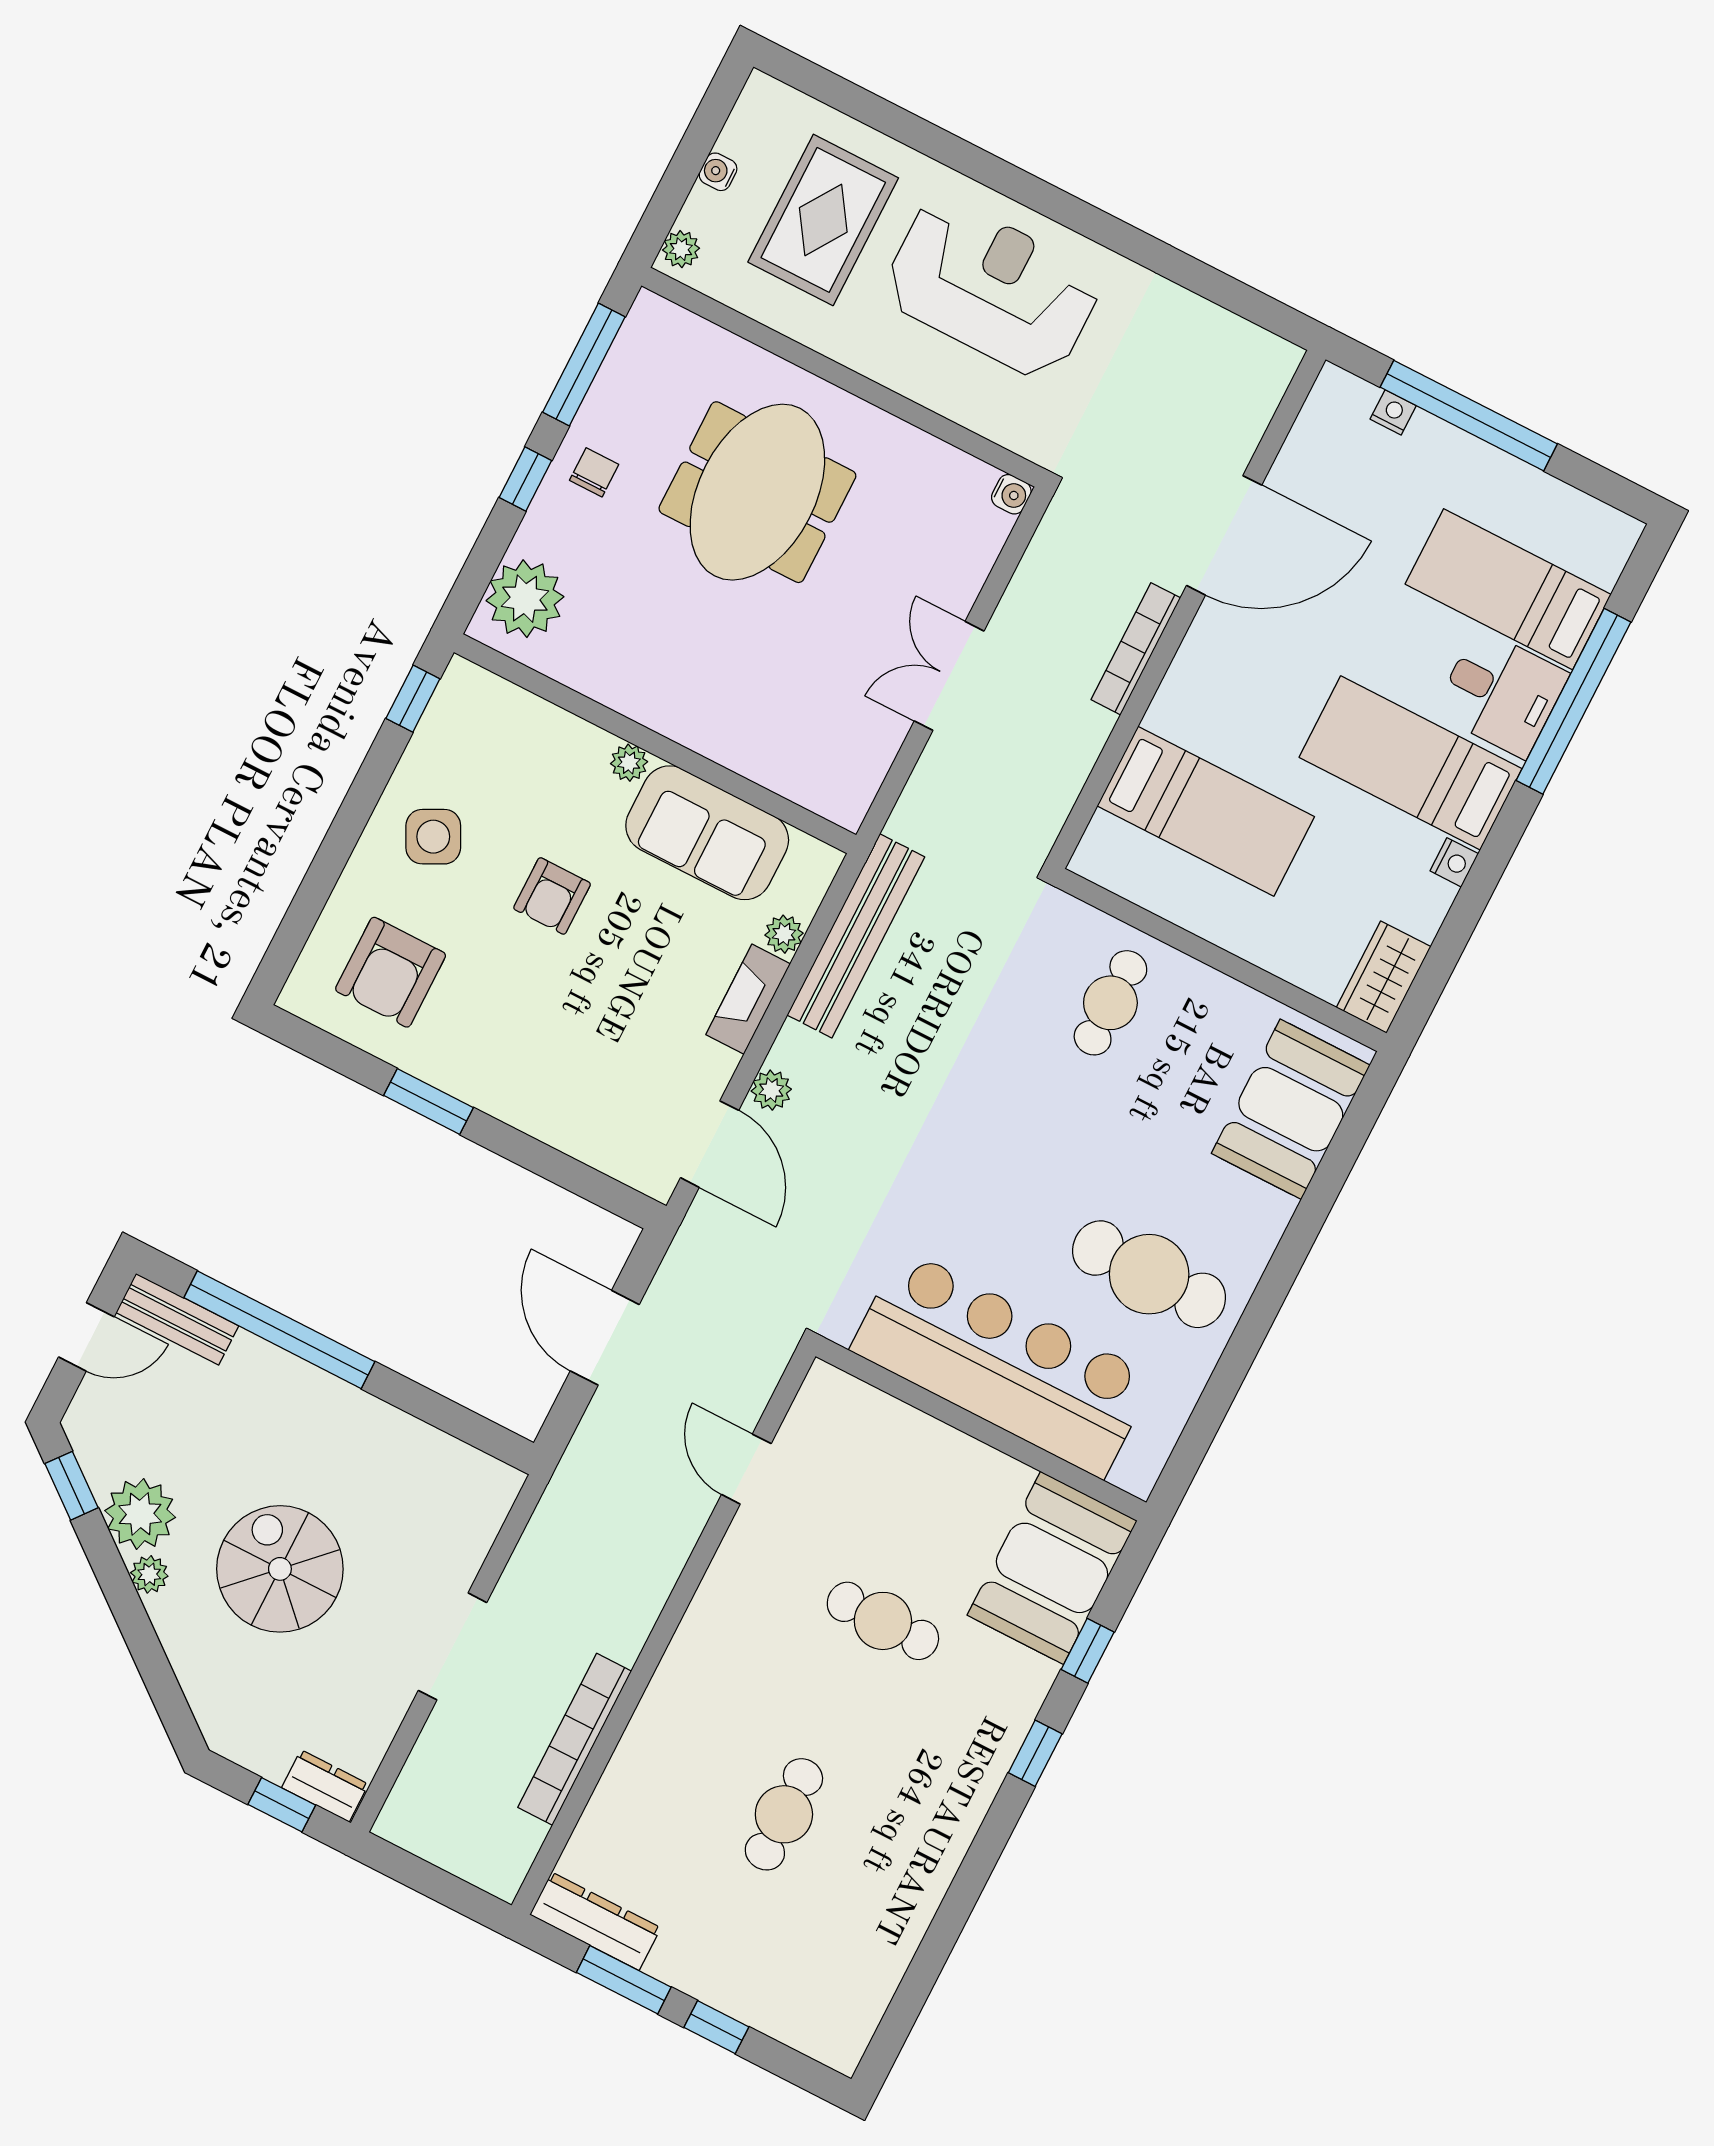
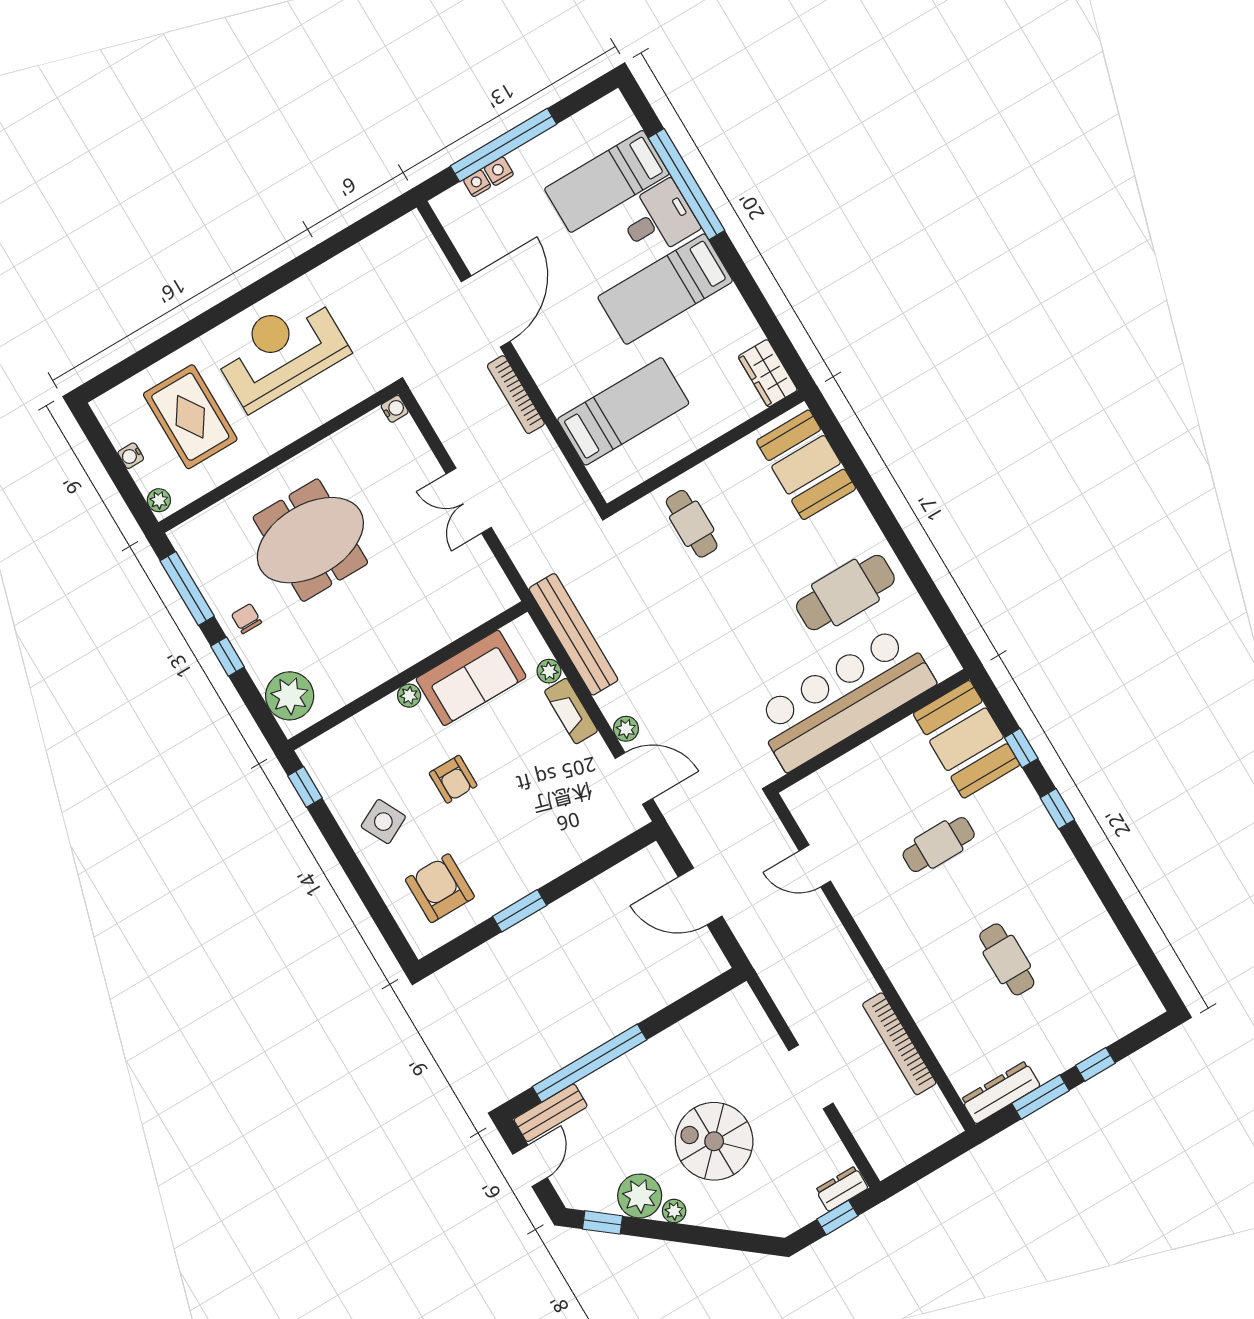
meeting table: (757, 492) -> (310, 540), turned 90
nightstand: (1454, 862) -> (499, 171), moved, turned -90
armchair: (391, 972) -> (440, 888), turned 180

